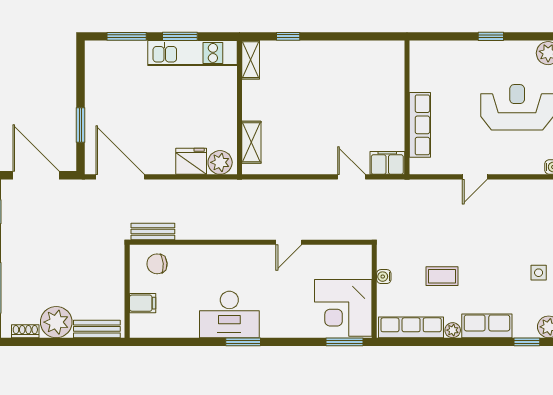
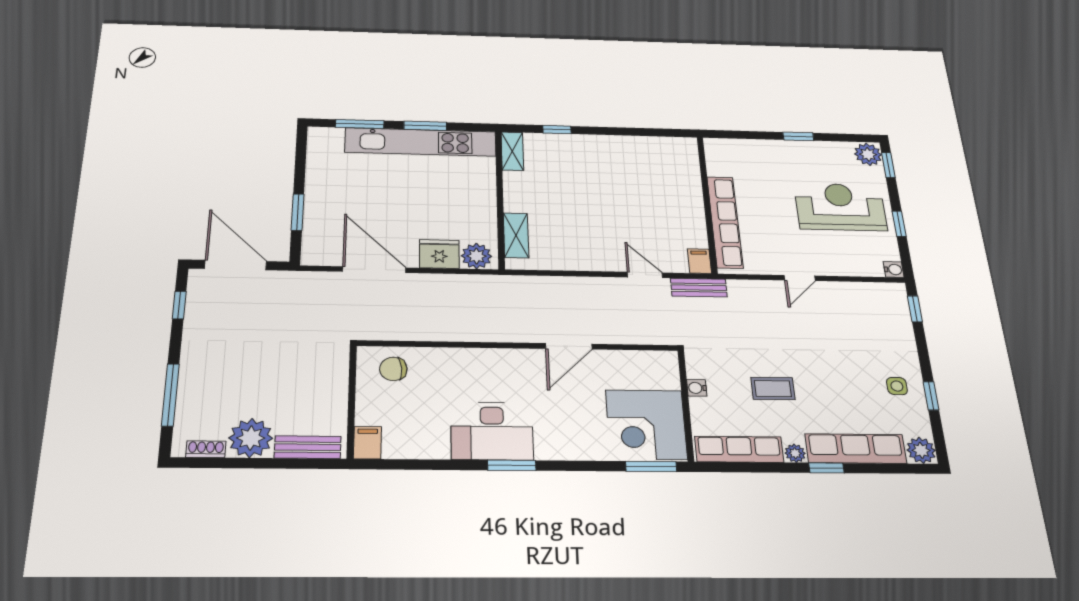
kitchen unit: (192, 53) -> (421, 142), width x1.36
row of seats: (420, 125) -> (725, 222), width x1.36
filing cabinet: (387, 163) -> (699, 261), width x0.50
door: (120, 177) -> (374, 270), moved
bench: (153, 231) -> (699, 288), moved
door: (289, 242) -> (569, 346), width x1.38
filing cabinet: (143, 303) -> (367, 443), moved, turned -90
row of seats: (487, 326) -> (856, 449), width x1.48
window: (527, 342) -> (826, 468), moved

